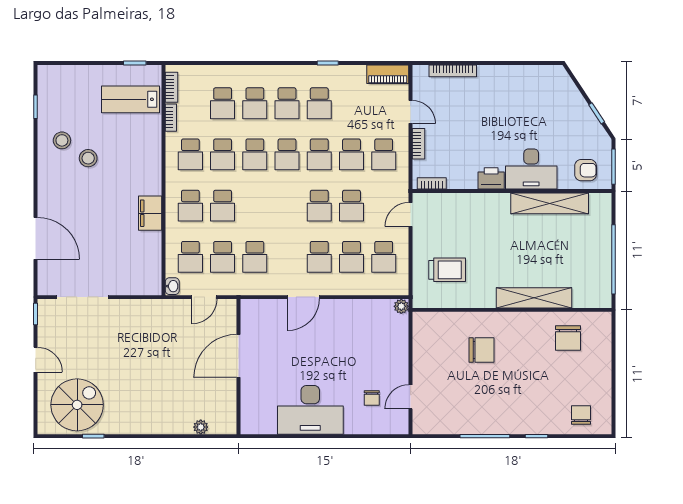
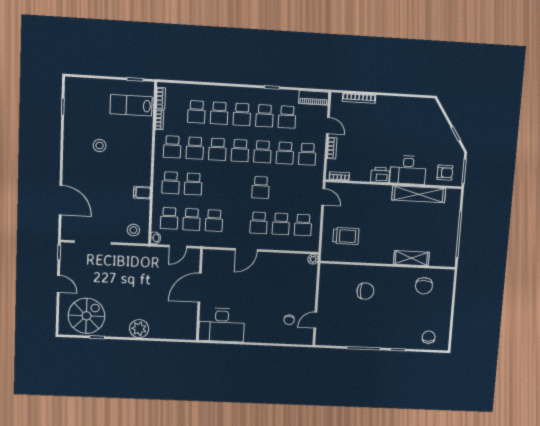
stool: (62, 140) -> (133, 230), moved
school desk: (351, 206) -> (287, 117), moved
filing cabinet: (150, 213) -> (142, 193), width x0.50
door: (411, 214) -> (323, 197), swing flipped
shelving: (534, 298) -> (411, 258), width x0.68
desk: (310, 410) -> (222, 325), moved
plant: (201, 427) -> (139, 329), moved, width x1.87, depth x1.87

